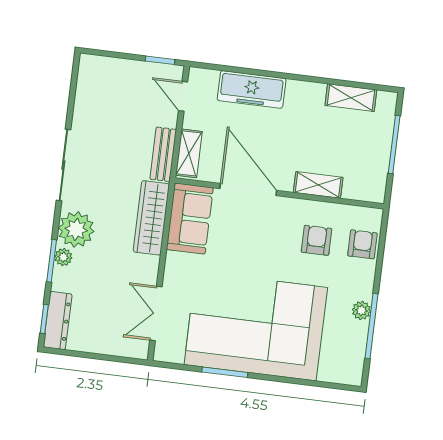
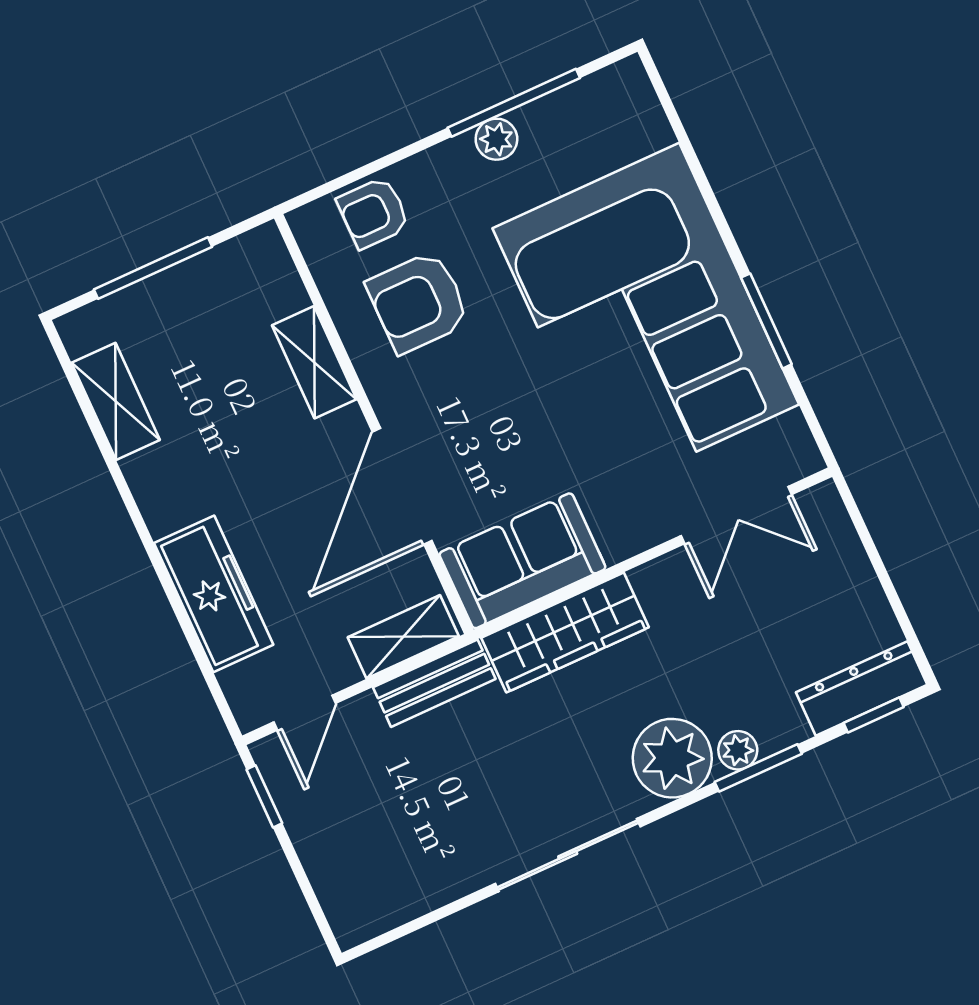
armchair: (317, 240) -> (418, 302), width x1.38, depth x1.38

